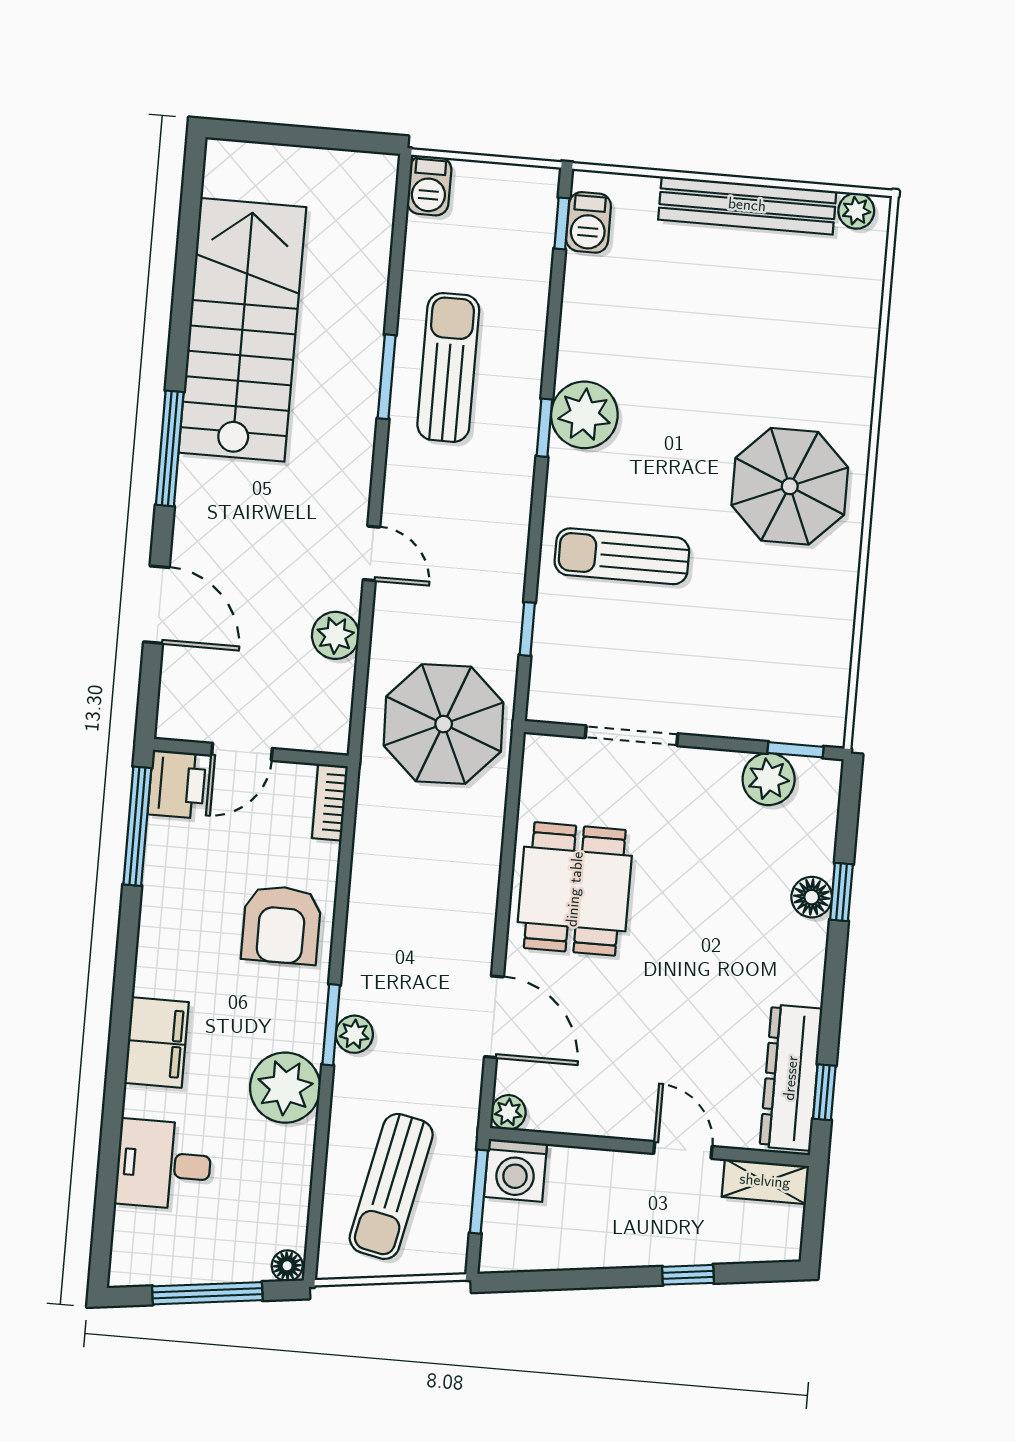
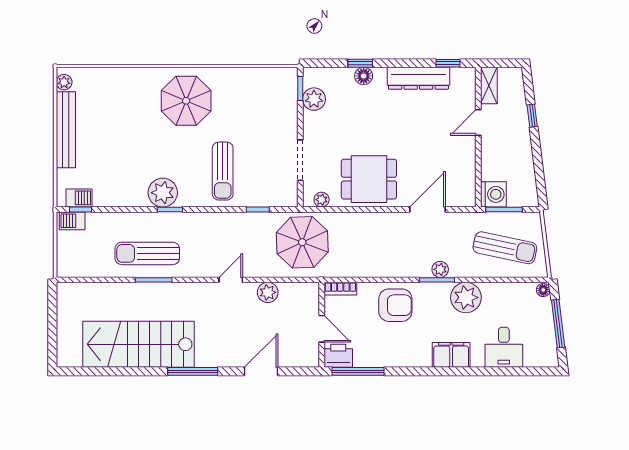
barbecue: (429, 186) -> (72, 221), moved, turned 180
dresser: (791, 1078) -> (418, 78), moved
plant: (508, 1112) -> (322, 200), moved

